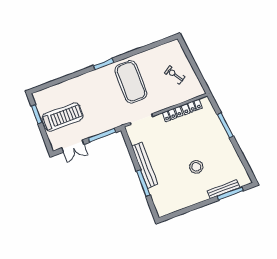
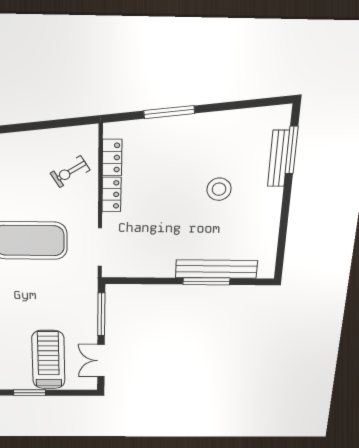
exercise bike: (175, 75) -> (70, 172), moved
double door: (73, 146) -> (101, 361), swing flipped
bench: (145, 165) -> (216, 269), moved

